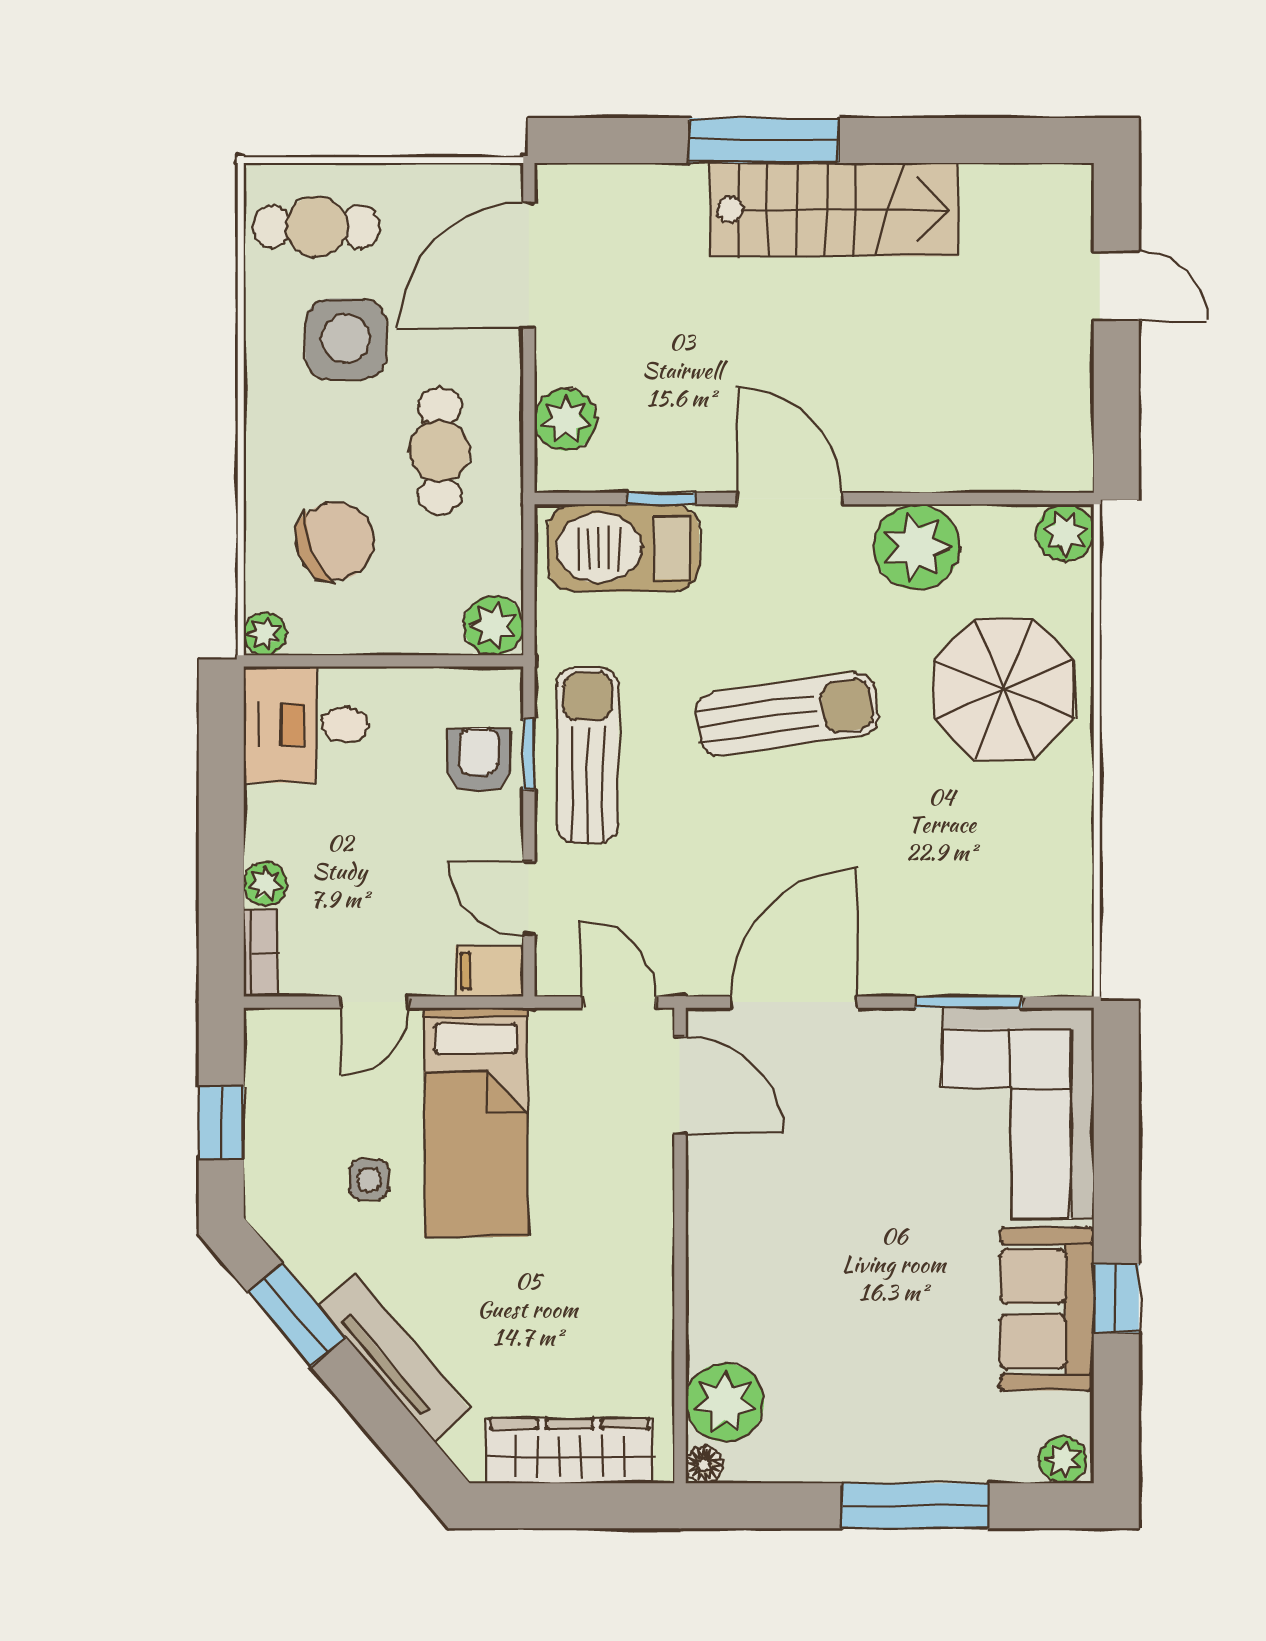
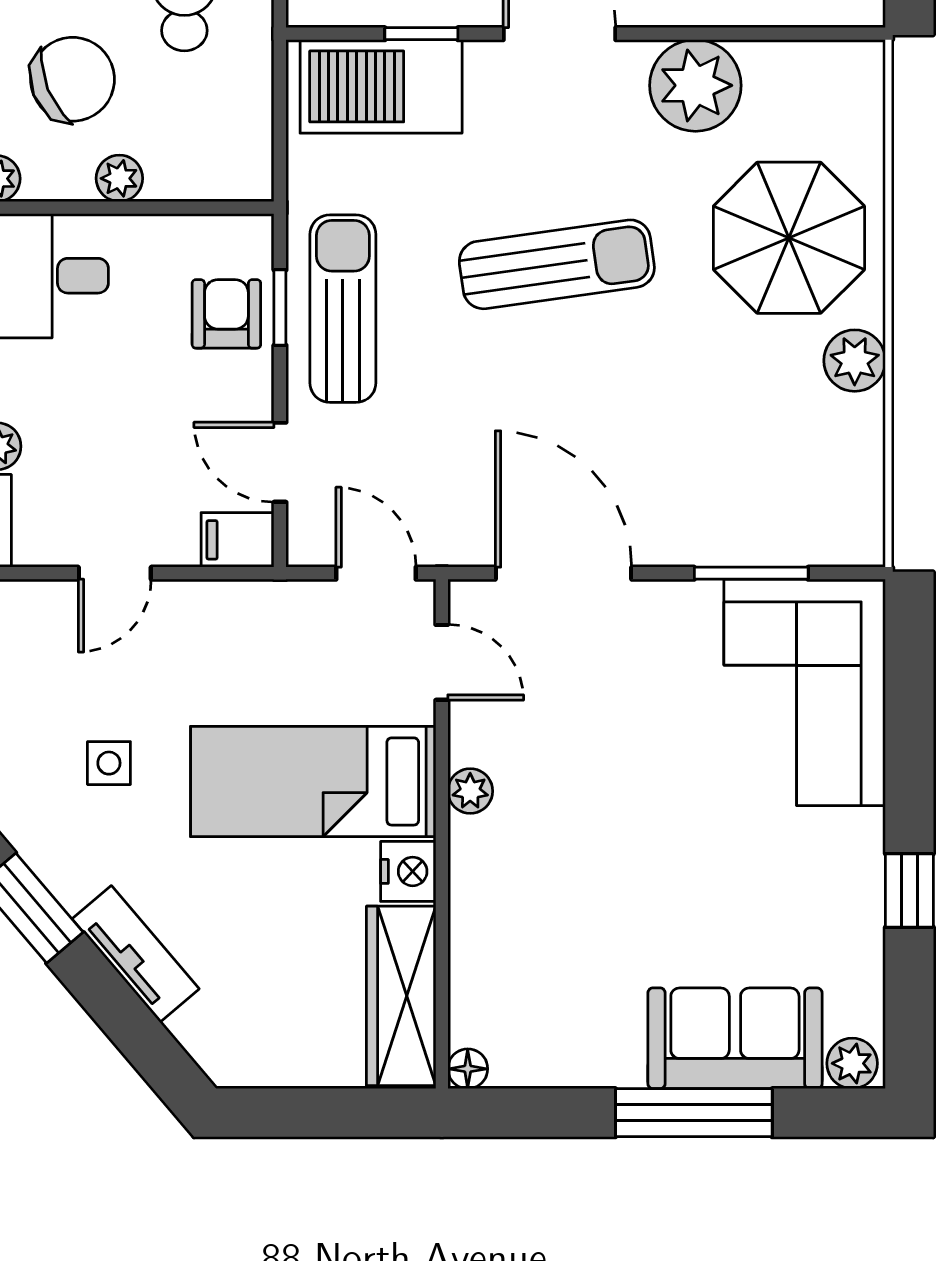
plant: (1065, 533) -> (855, 361), moved
plant: (493, 625) -> (119, 178), moved, width x0.73, depth x0.73
door: (794, 1002) -> (564, 573), hinge flipped
door: (680, 1085) -> (442, 662), width x0.73
bed: (476, 1122) -> (313, 781), moved, turned 90
nightstand: (649, 1281) -> (408, 871), added
sofa: (1047, 1309) -> (735, 1038), moved, turned 90
tv unit: (394, 1357) -> (136, 954), width x0.71
plant: (725, 1402) -> (470, 791), moved, width x0.53, depth x0.53
wardrobe: (569, 1451) -> (401, 996), moved, turned -90

